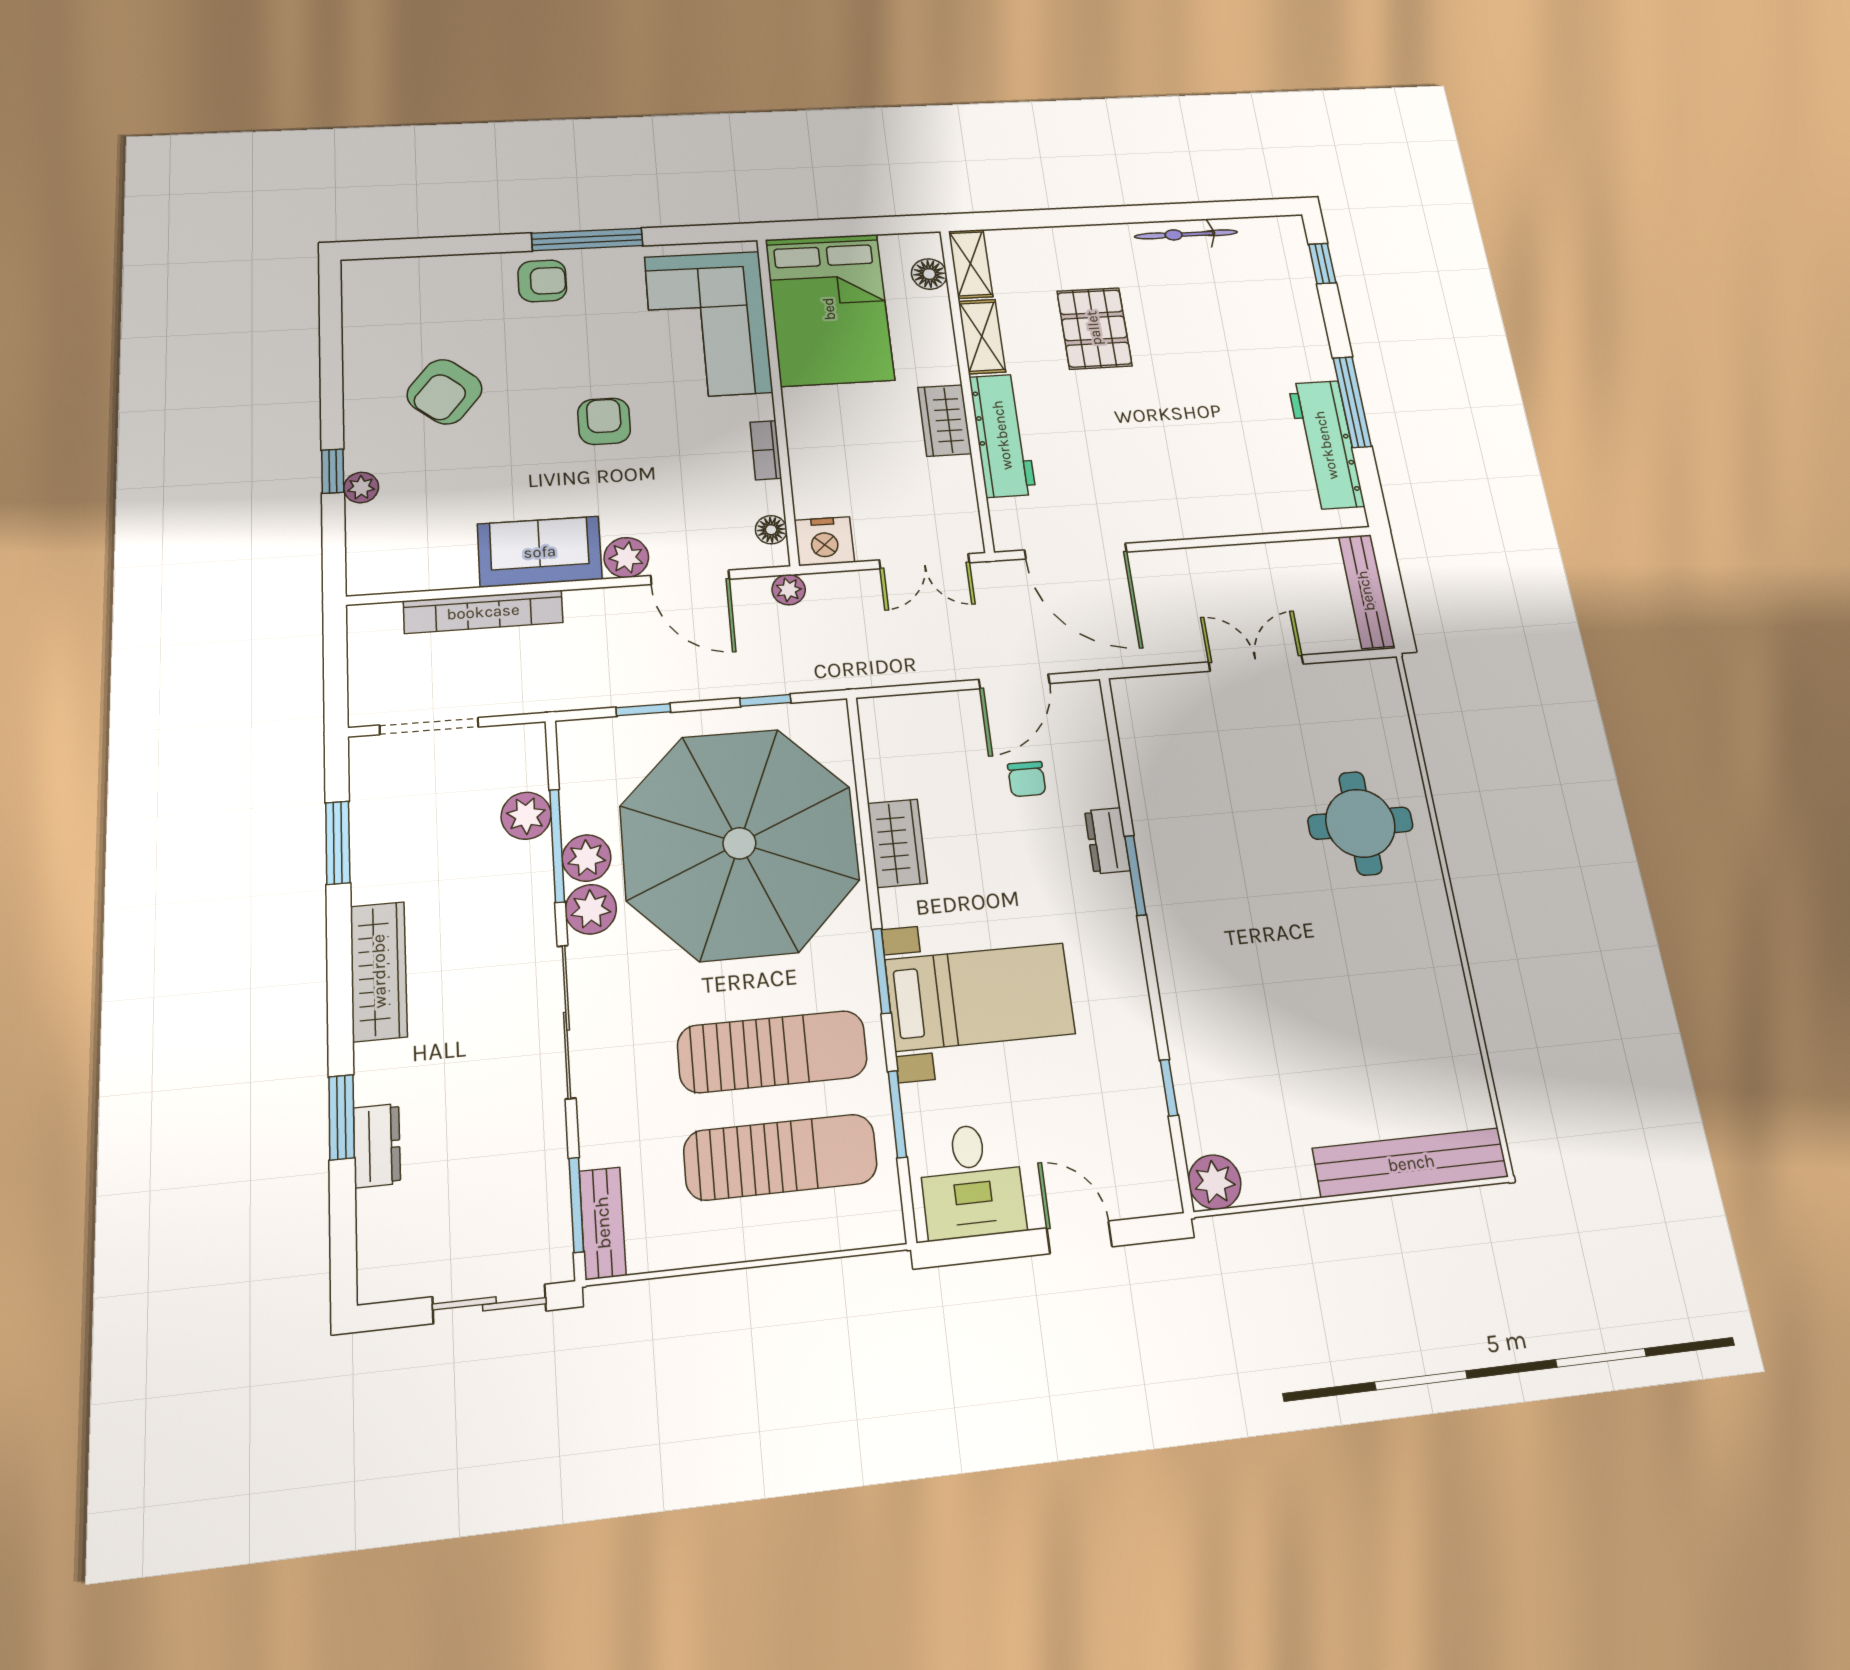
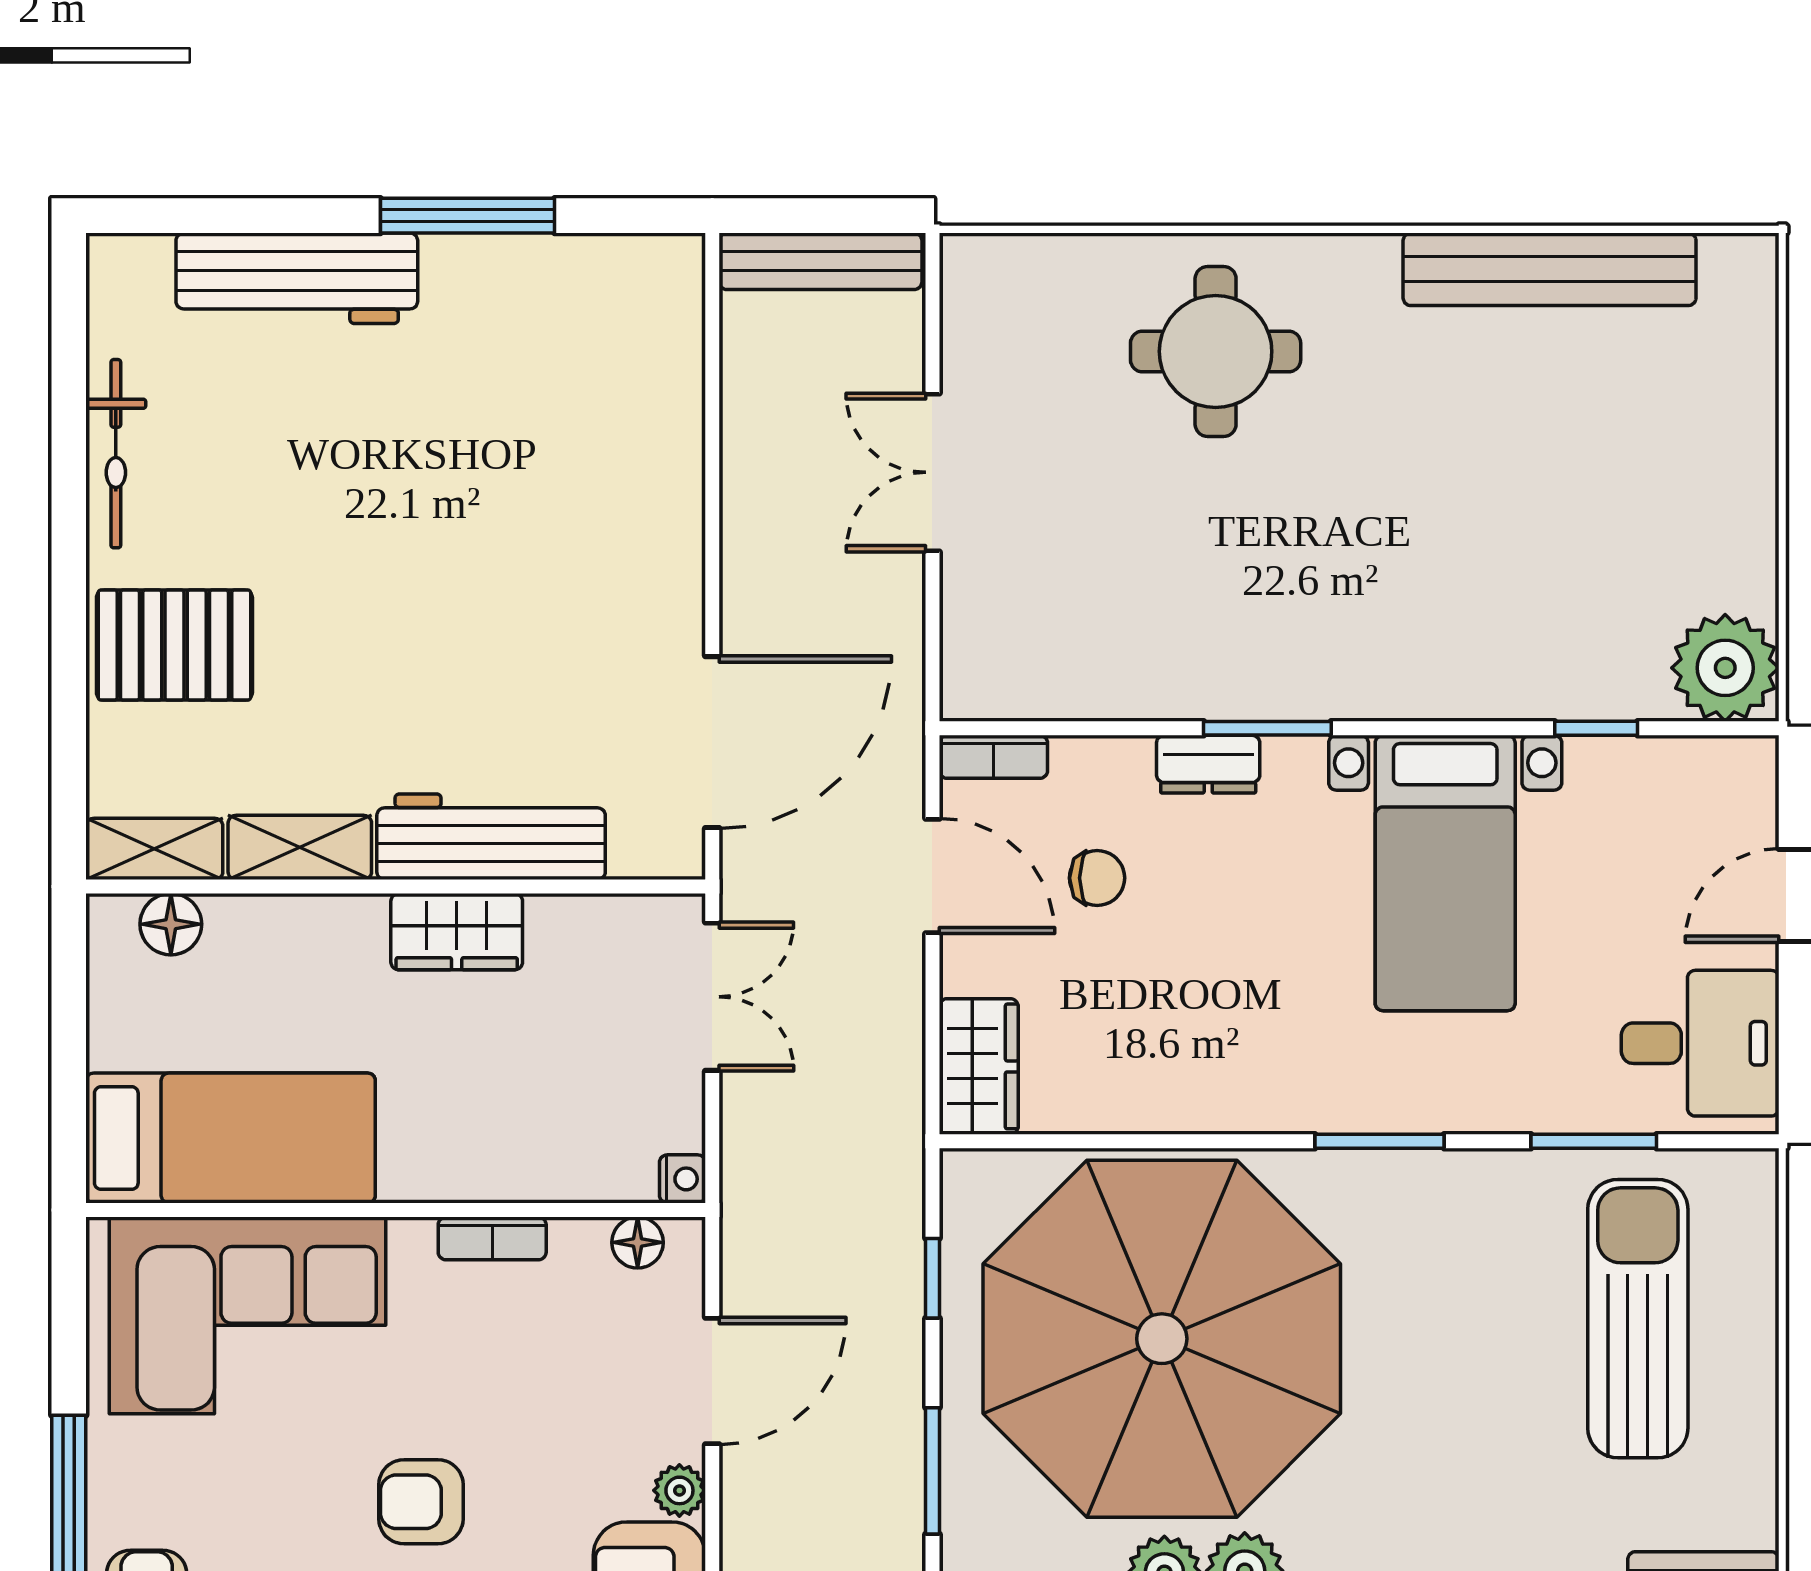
window: (1322, 264) -> (190, 216), removed
bed: (829, 309) -> (231, 1138), width x0.67
pallet: (1094, 328) -> (174, 645), moved
workbench: (1326, 445) -> (297, 278), moved
nightstand: (824, 541) -> (682, 1179), width x0.53, depth x0.56
plant: (626, 557) -> (679, 1490), width x0.73, depth x0.73
plant: (789, 590) -> (746, 1224), removed
window: (643, 710) -> (932, 1471), width x1.50
bookcase: (1092, 711) -> (993, 757), added
wardrobe: (897, 843) -> (979, 1066), moved, turned 90
bed with nightstands: (980, 997) -> (1445, 873), moved, turned 180
sun lounger: (772, 1052) -> (1484, 1317), removed
bench: (1411, 1163) -> (1550, 269), moved, turned 90
plant: (1215, 1182) -> (1725, 668), width x1.36, depth x1.36

